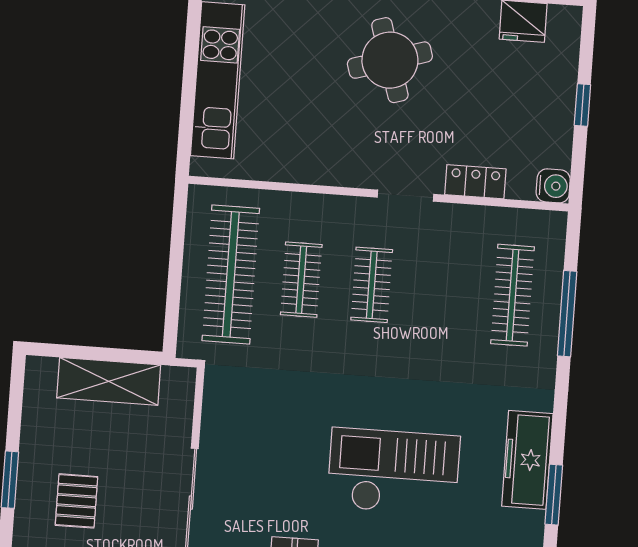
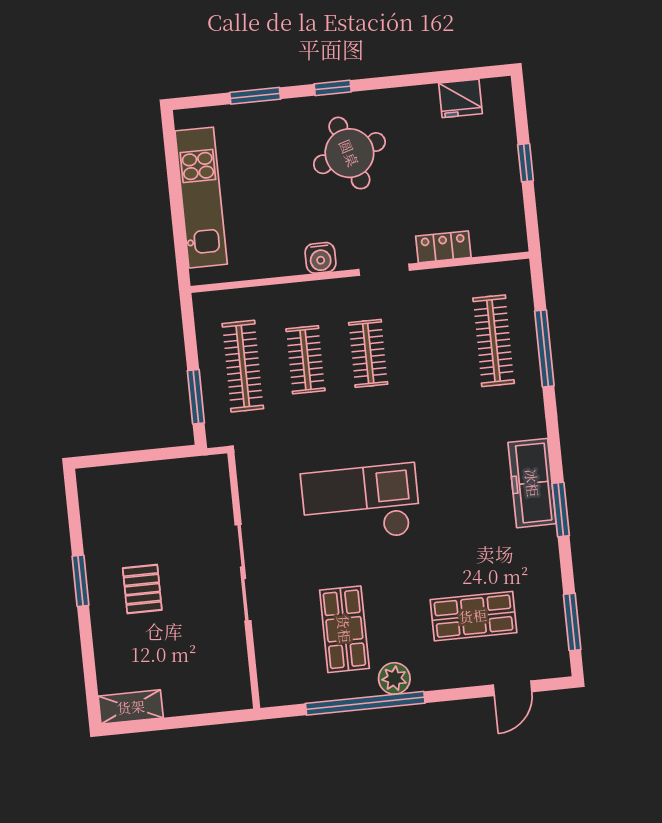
water cooler: (553, 186) -> (320, 258), moved, turned 90
clothes rail: (231, 274) -> (243, 366), width x0.73, depth x0.76
window: (173, 299) -> (196, 397), added
shelving: (109, 381) -> (152, 479), removed
checkout: (393, 472) -> (361, 504), moved

